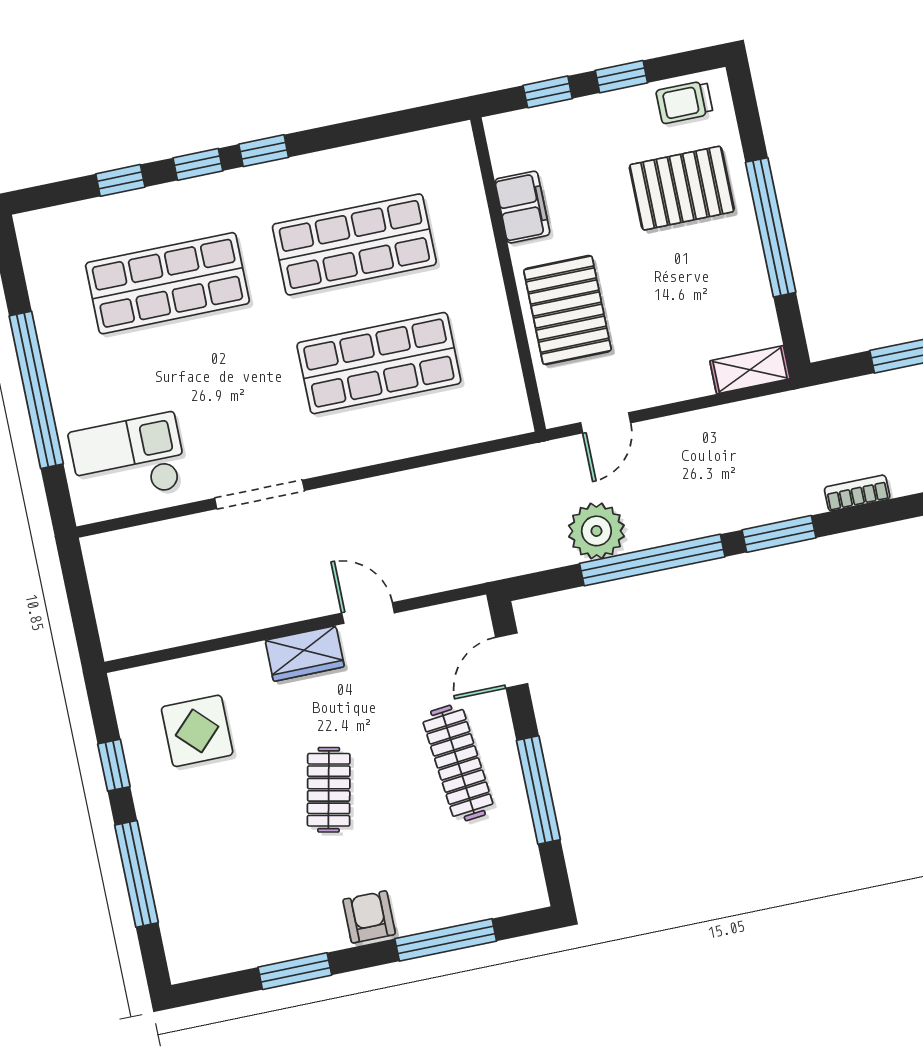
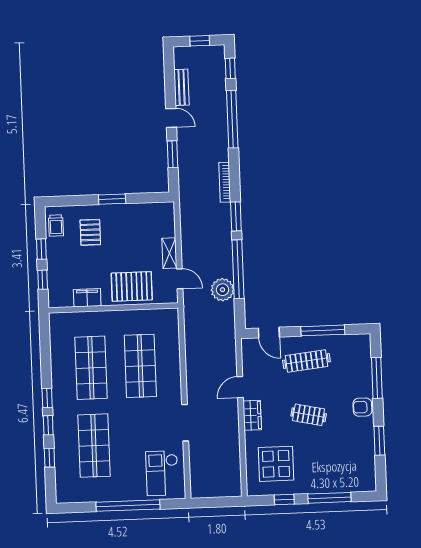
pallet: (682, 188) -> (90, 232), width x0.67, depth x0.71
window: (771, 227) -> (112, 199), width x0.47
shelving: (750, 370) -> (169, 253), moved
bookcase: (857, 493) -> (225, 182), width x1.56
display table: (197, 731) -> (276, 464), width x1.36, depth x1.36

